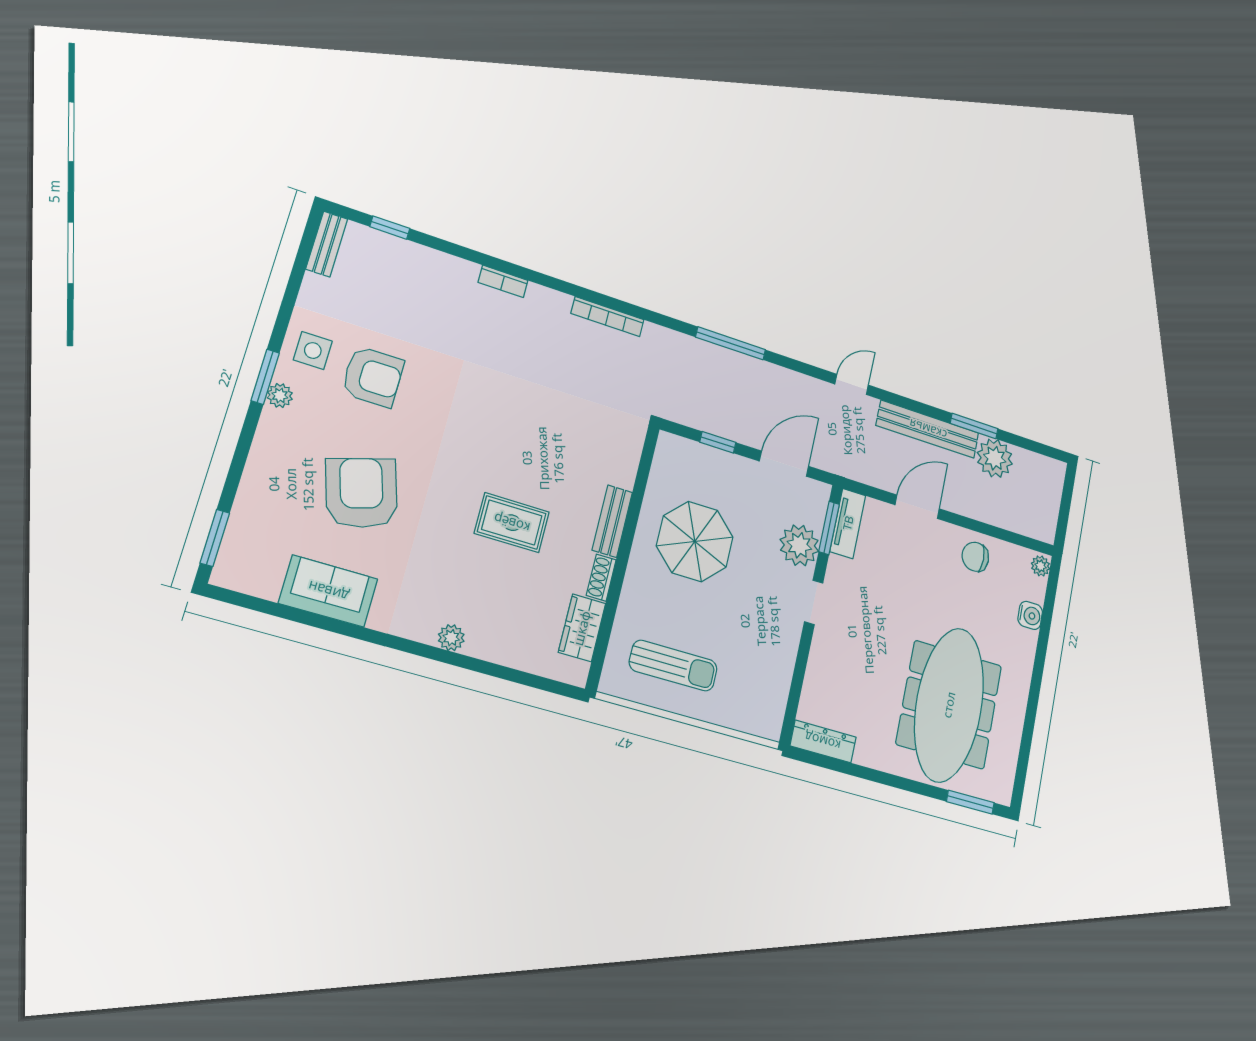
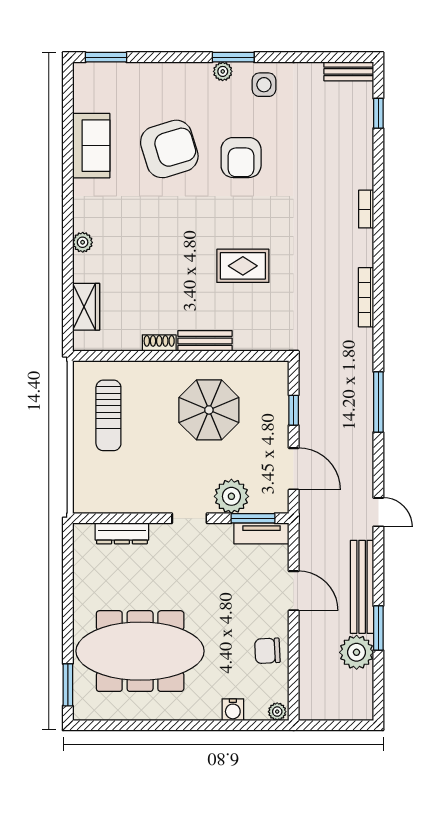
armchair: (373, 377) -> (241, 158), moved
rug: (512, 523) -> (243, 266), moved, turned 90
chair: (975, 557) -> (267, 651), turned -93
wardrobe: (582, 628) -> (86, 307), moved, turned 90
dresser: (823, 741) -> (122, 533), moved, turned 90

